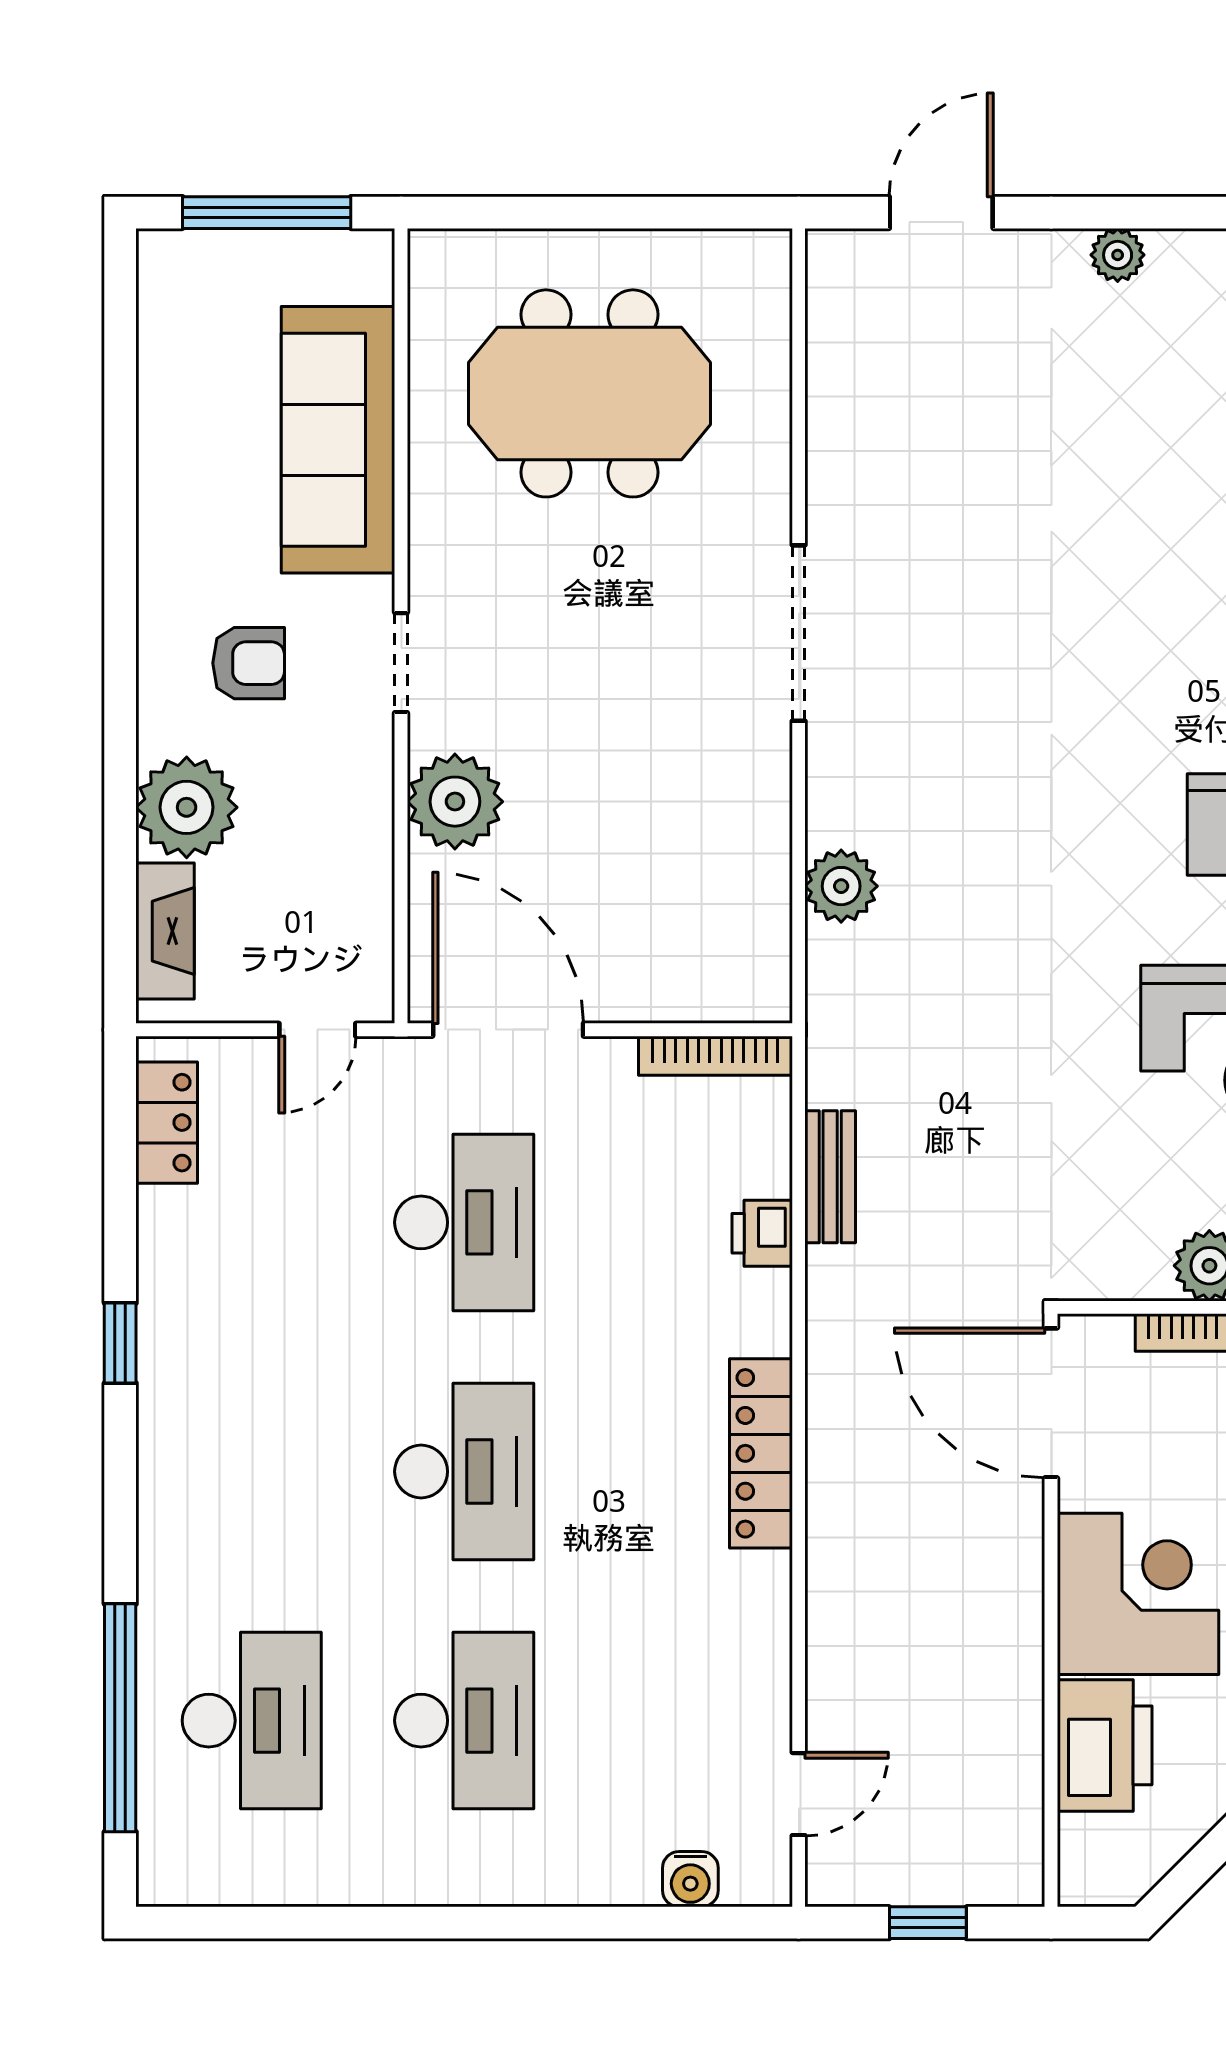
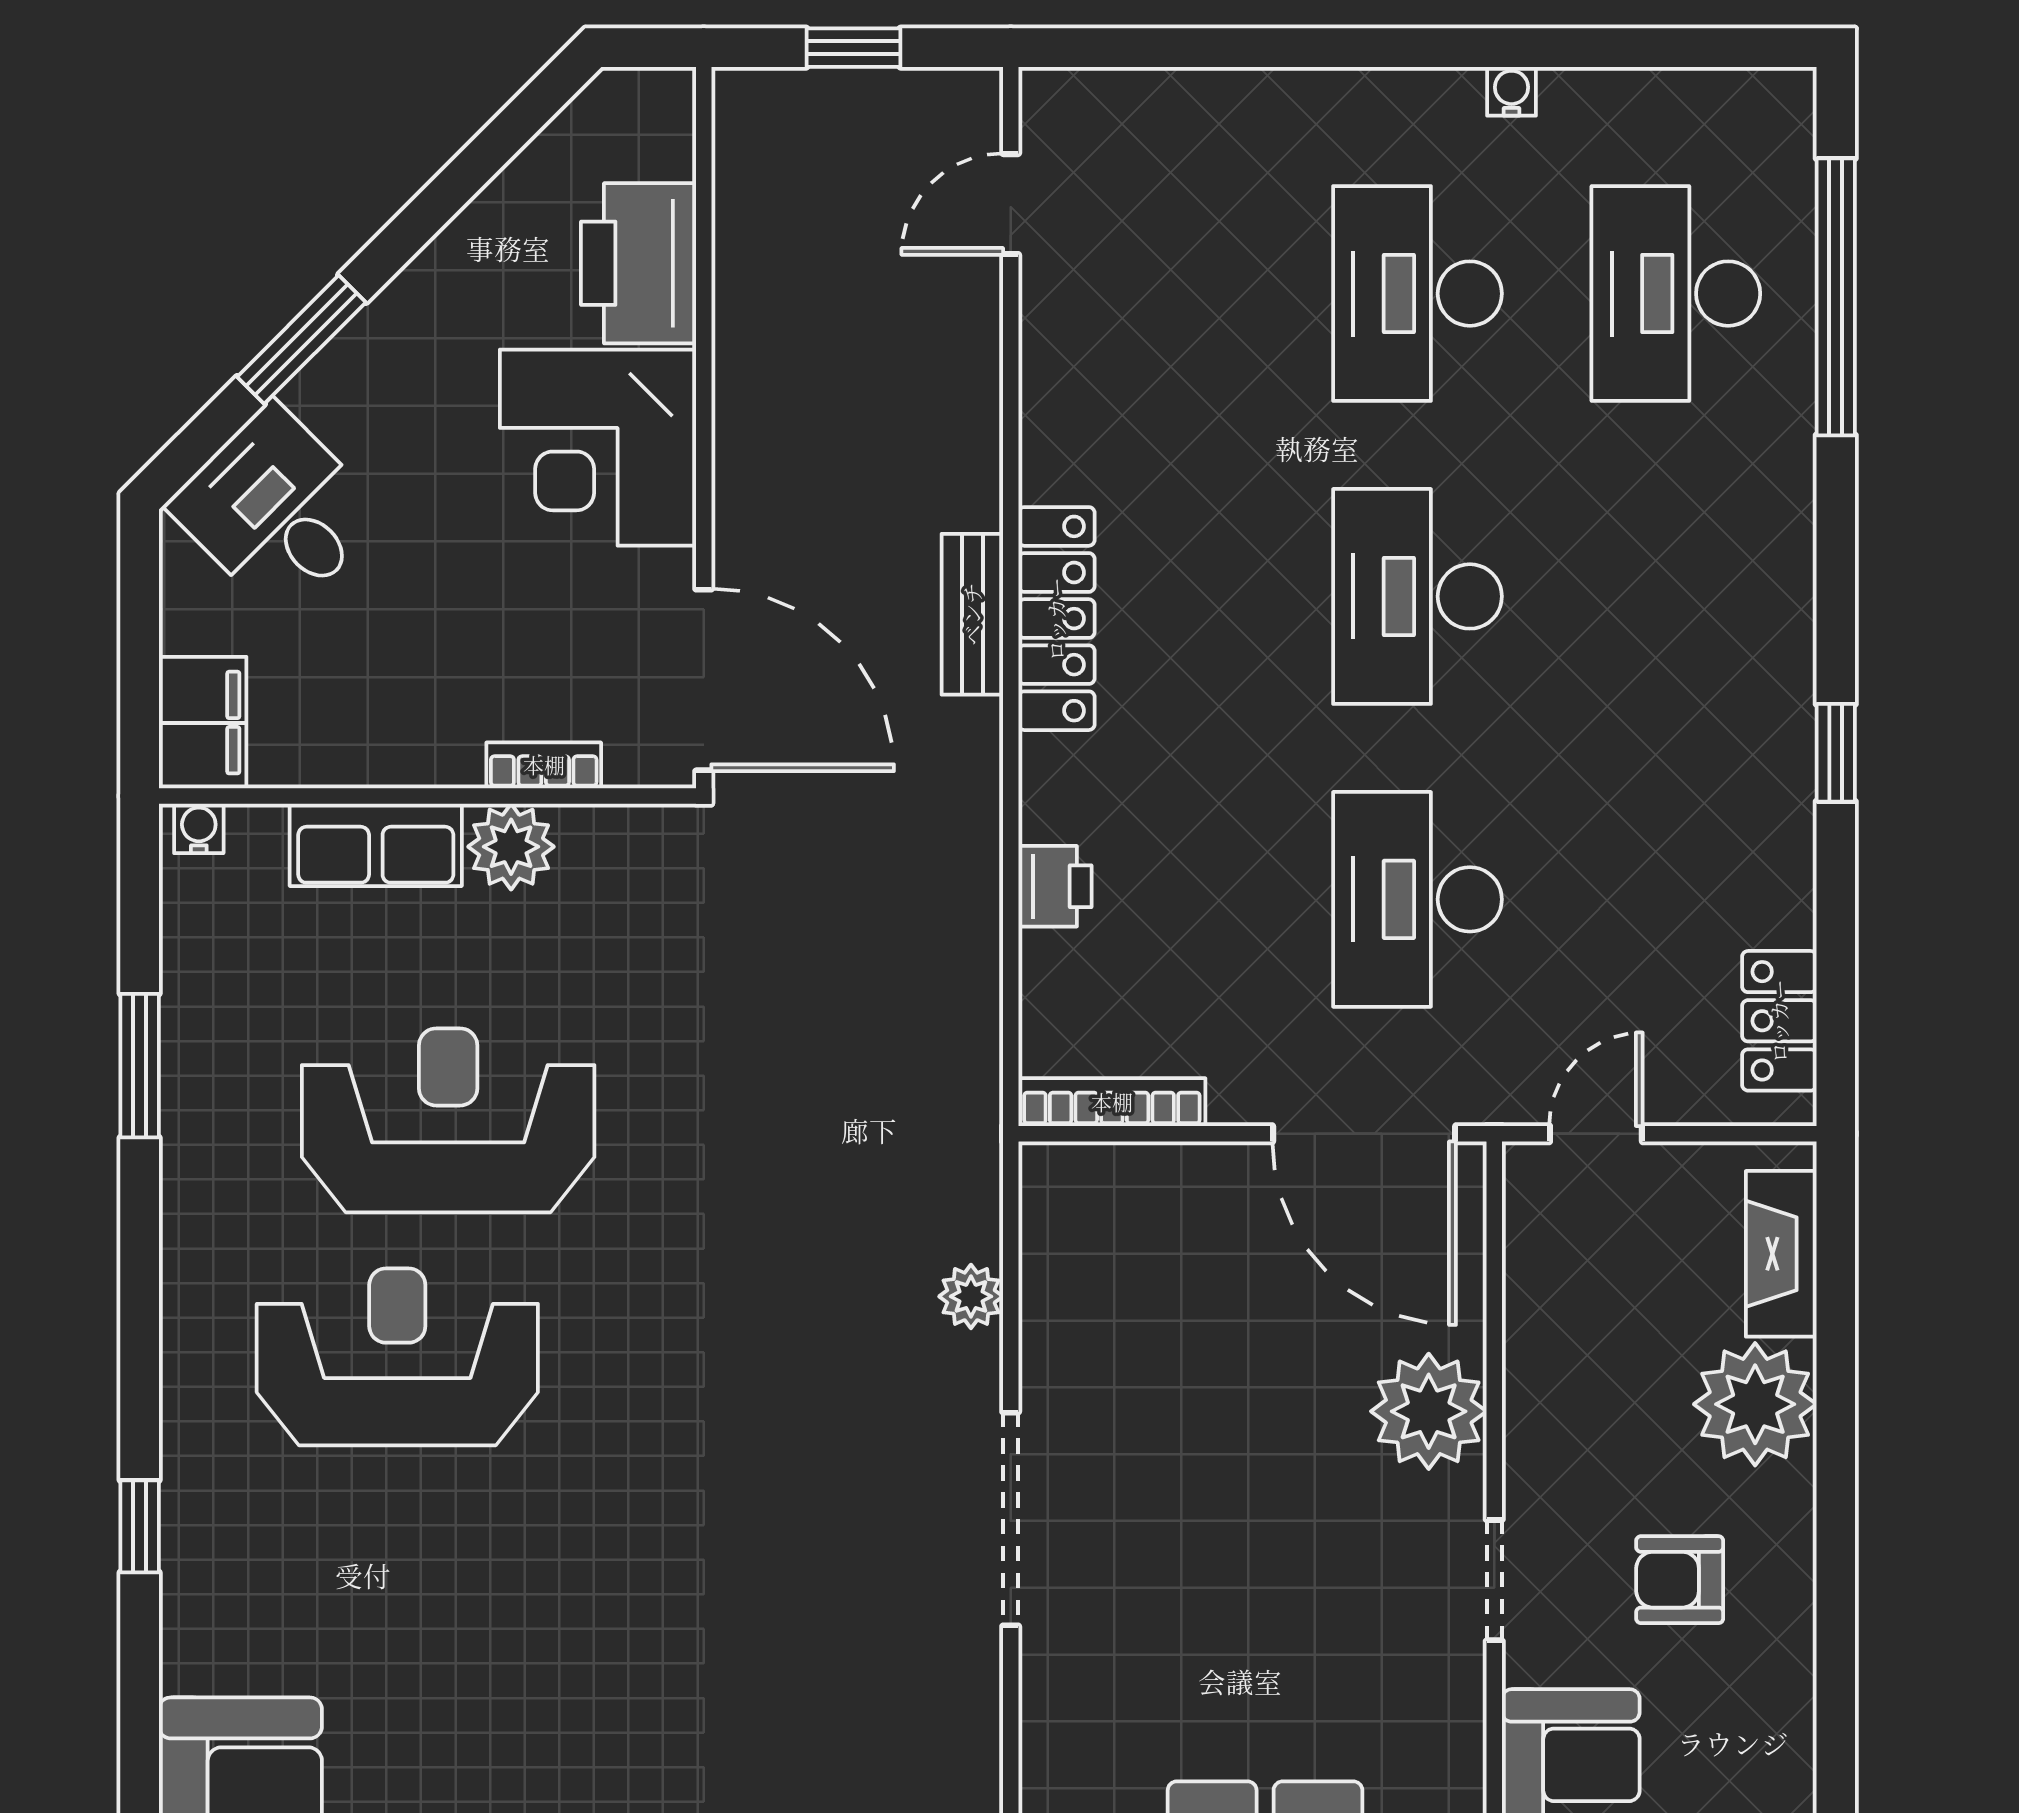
doorway: (799, 633) -> (1011, 1519), moved
plant: (841, 886) -> (971, 1296), width x0.73, depth x0.73
bench: (830, 1177) -> (972, 614), moved
water cooler: (690, 1879) -> (1511, 91), moved, width x0.72, depth x0.72

